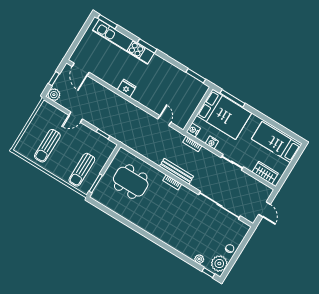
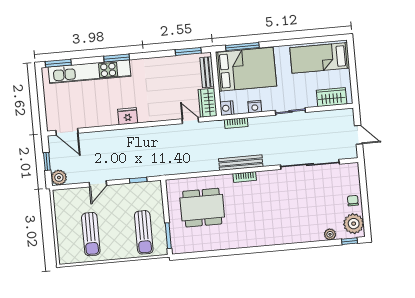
bench: (198, 98) -> (207, 72), added
wardrobe: (184, 118) -> (208, 103), added

